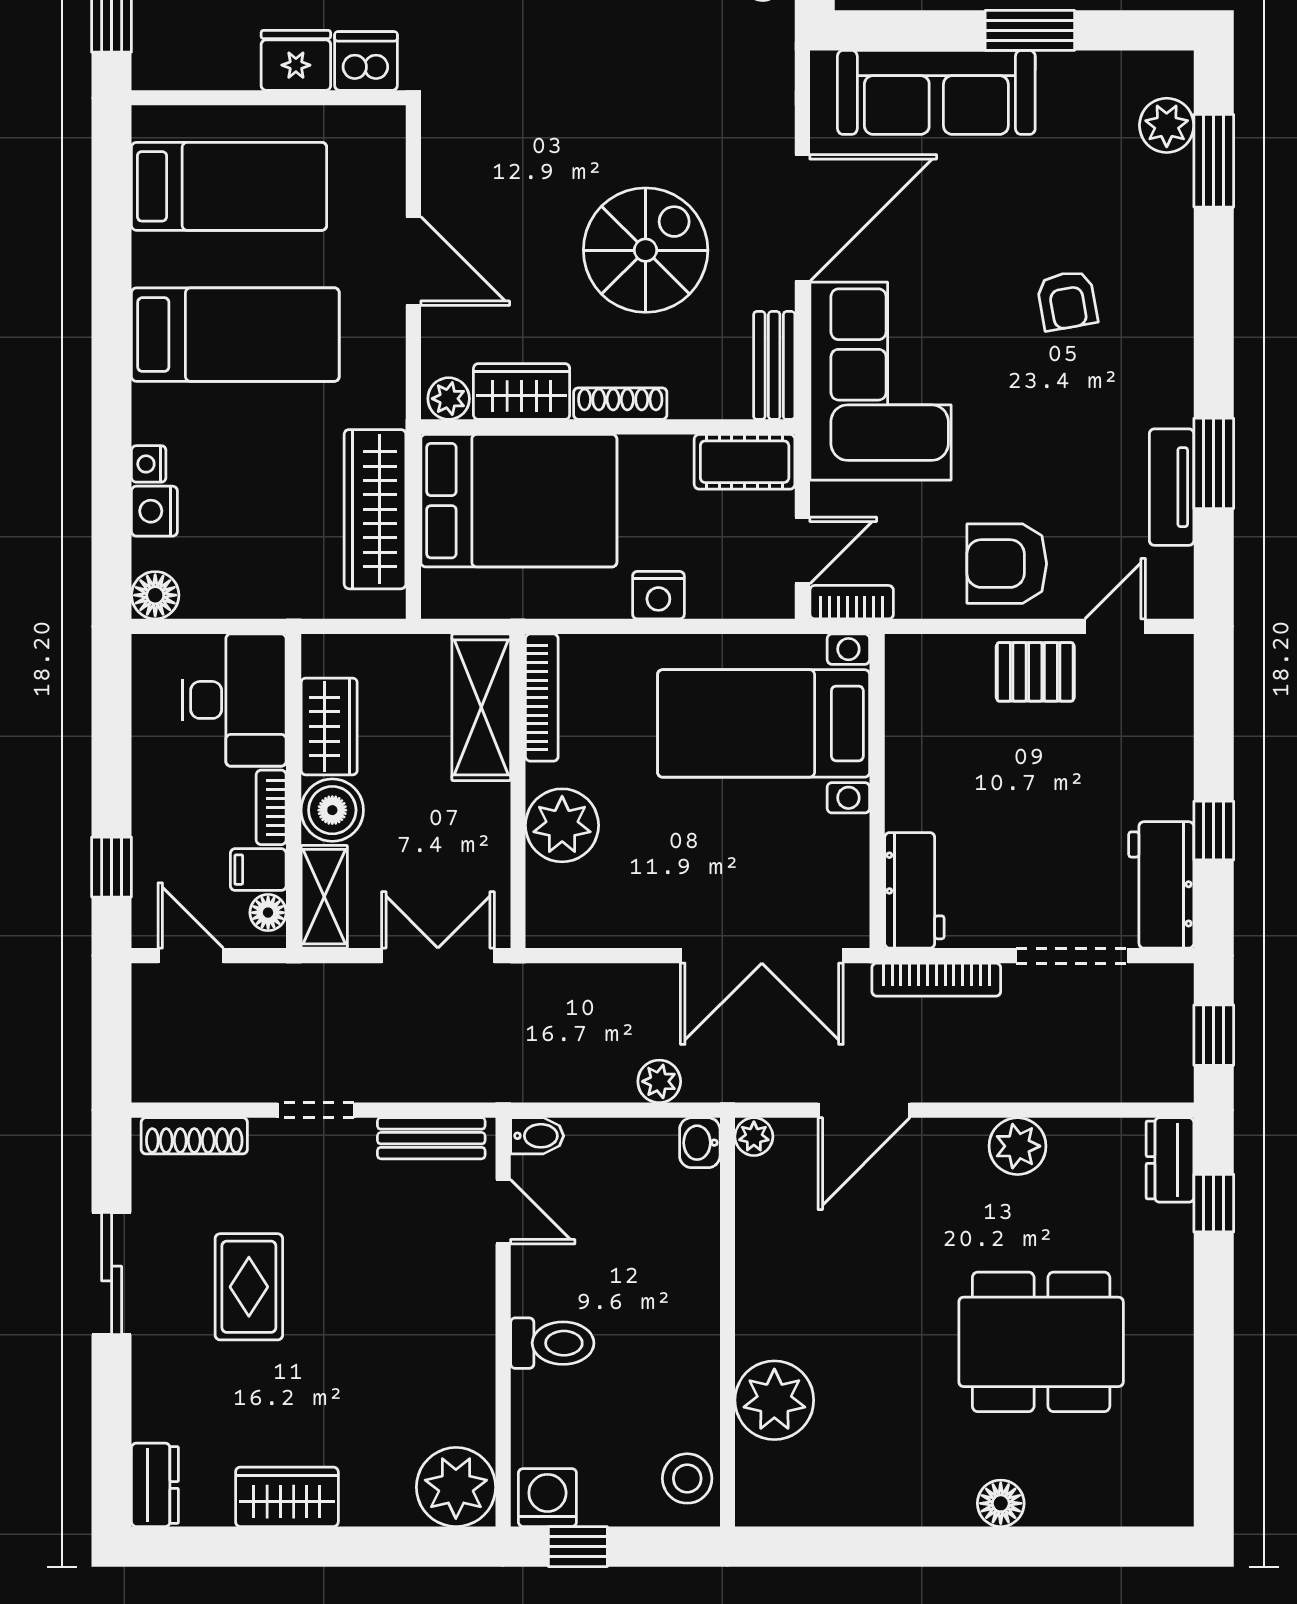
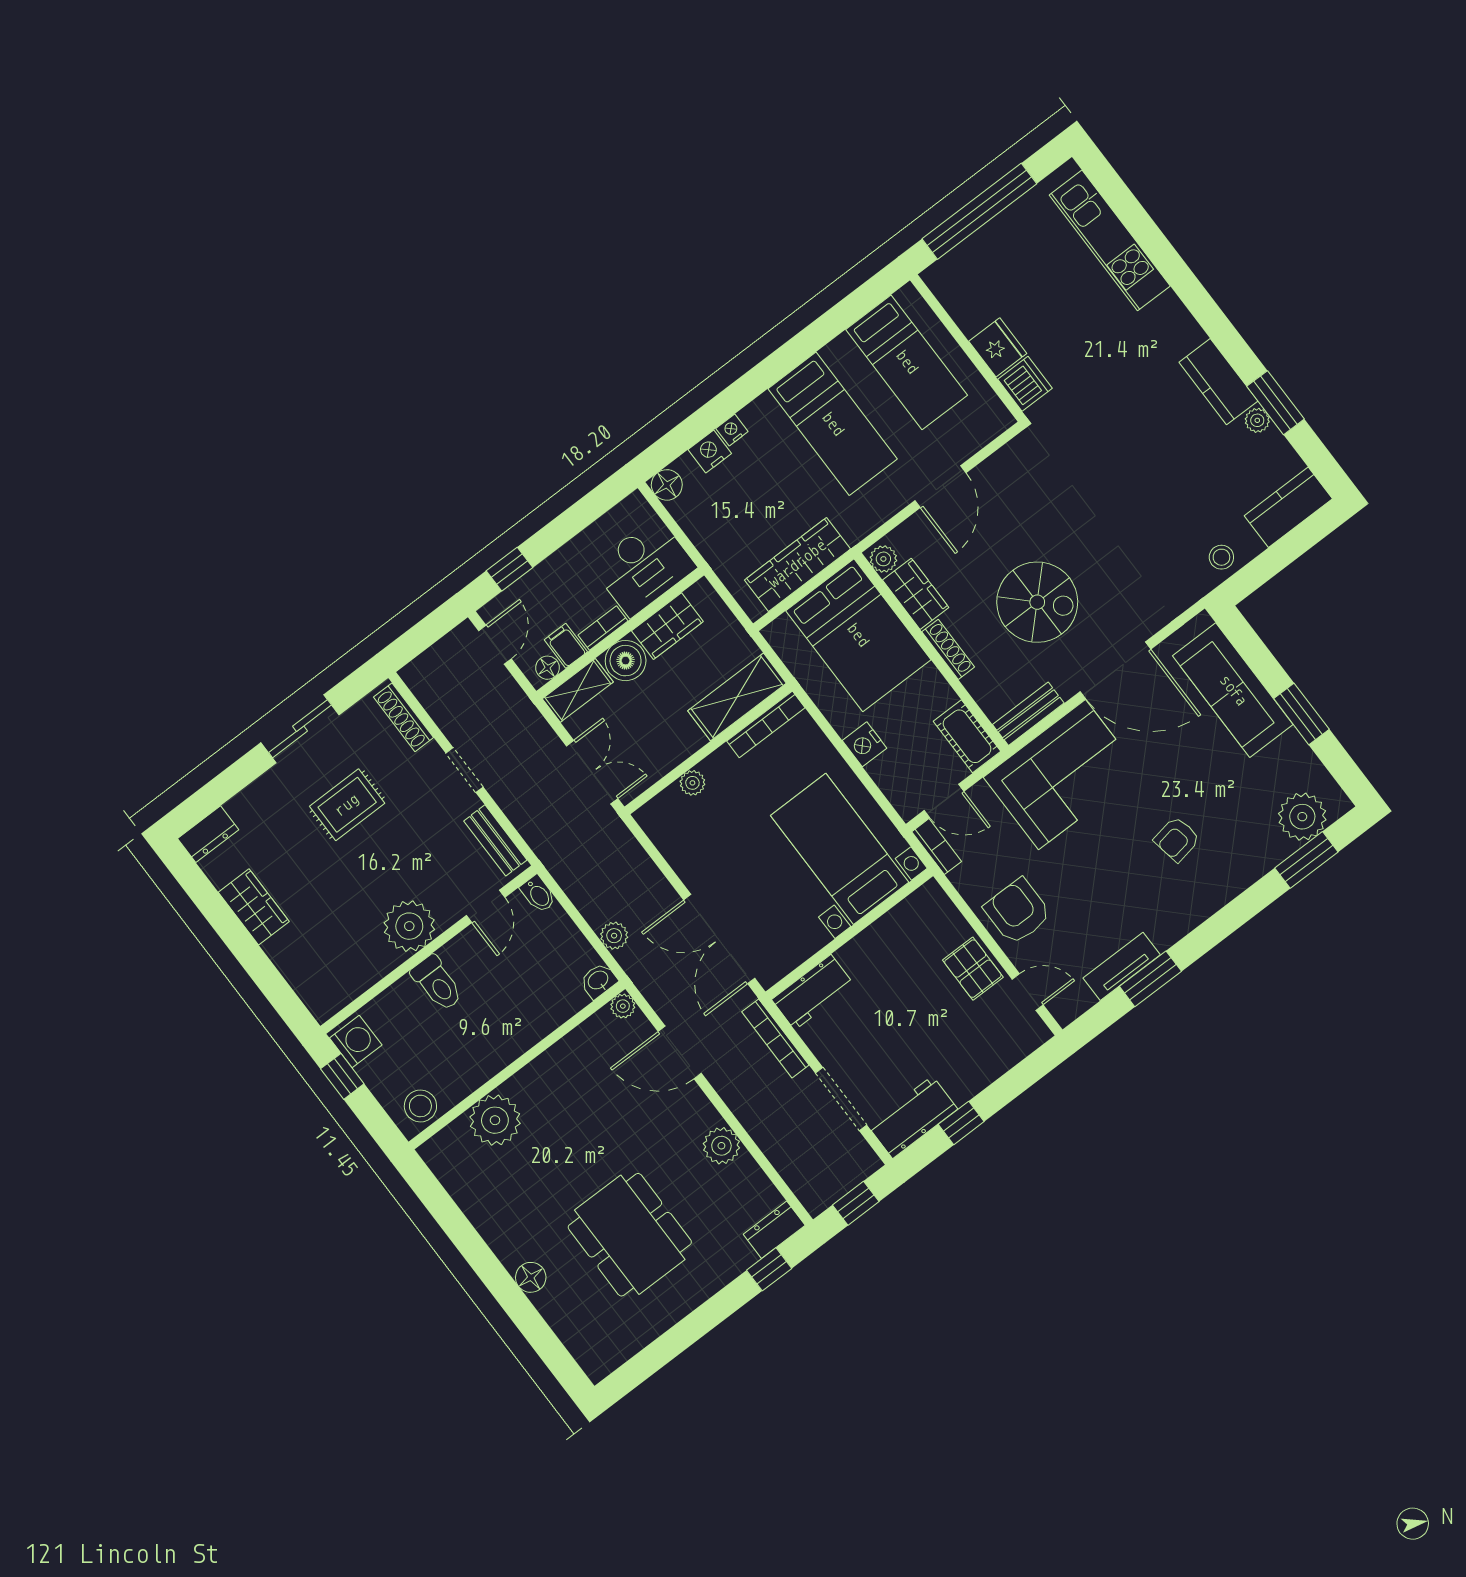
plant: (1167, 125) -> (1302, 817), width x1.36, depth x1.36
plant: (562, 825) -> (692, 783), width x0.53, depth x0.53
plant: (456, 1487) -> (409, 926), moved

